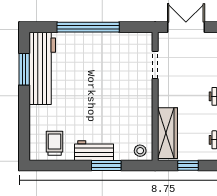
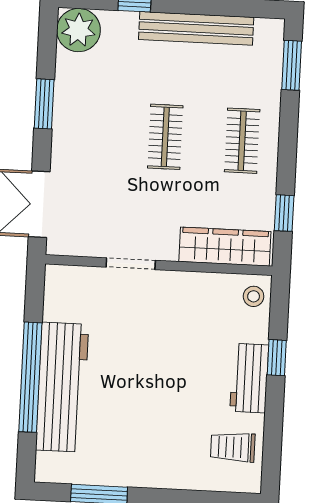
doorway: (155, 65) -> (131, 264), moved
workbench: (42, 68) -> (62, 387), moved, turned 90
window: (106, 166) -> (277, 358), width x0.67

